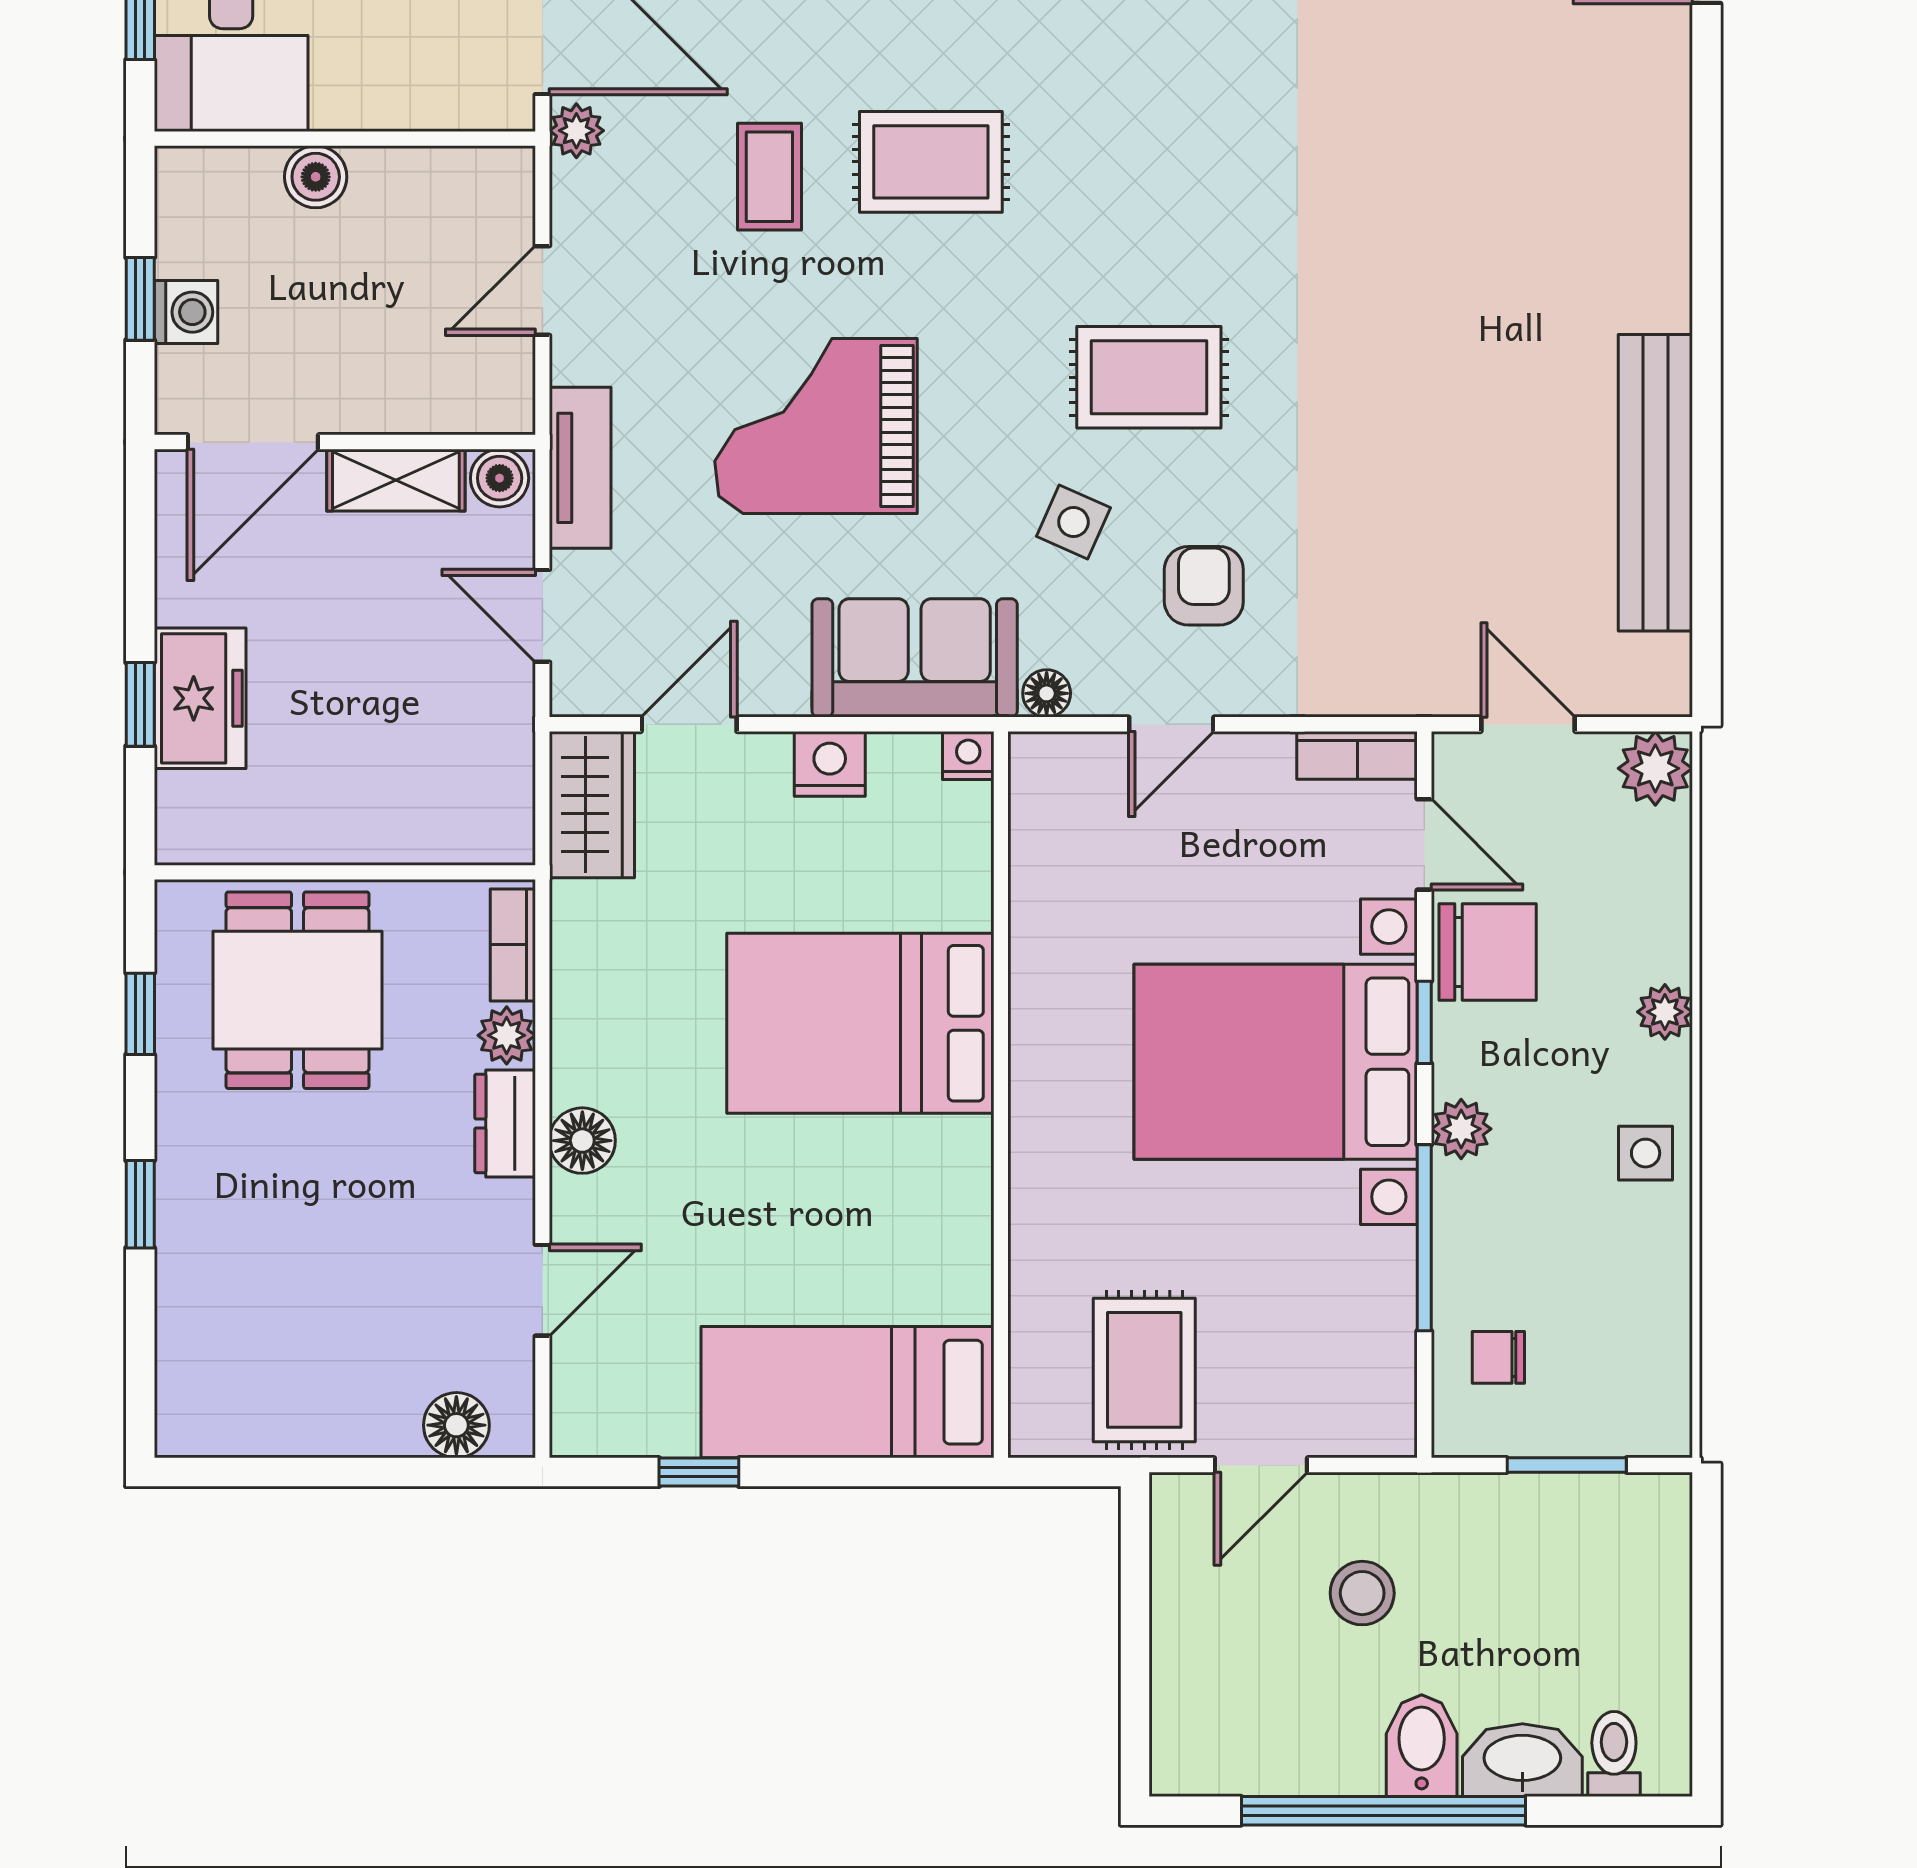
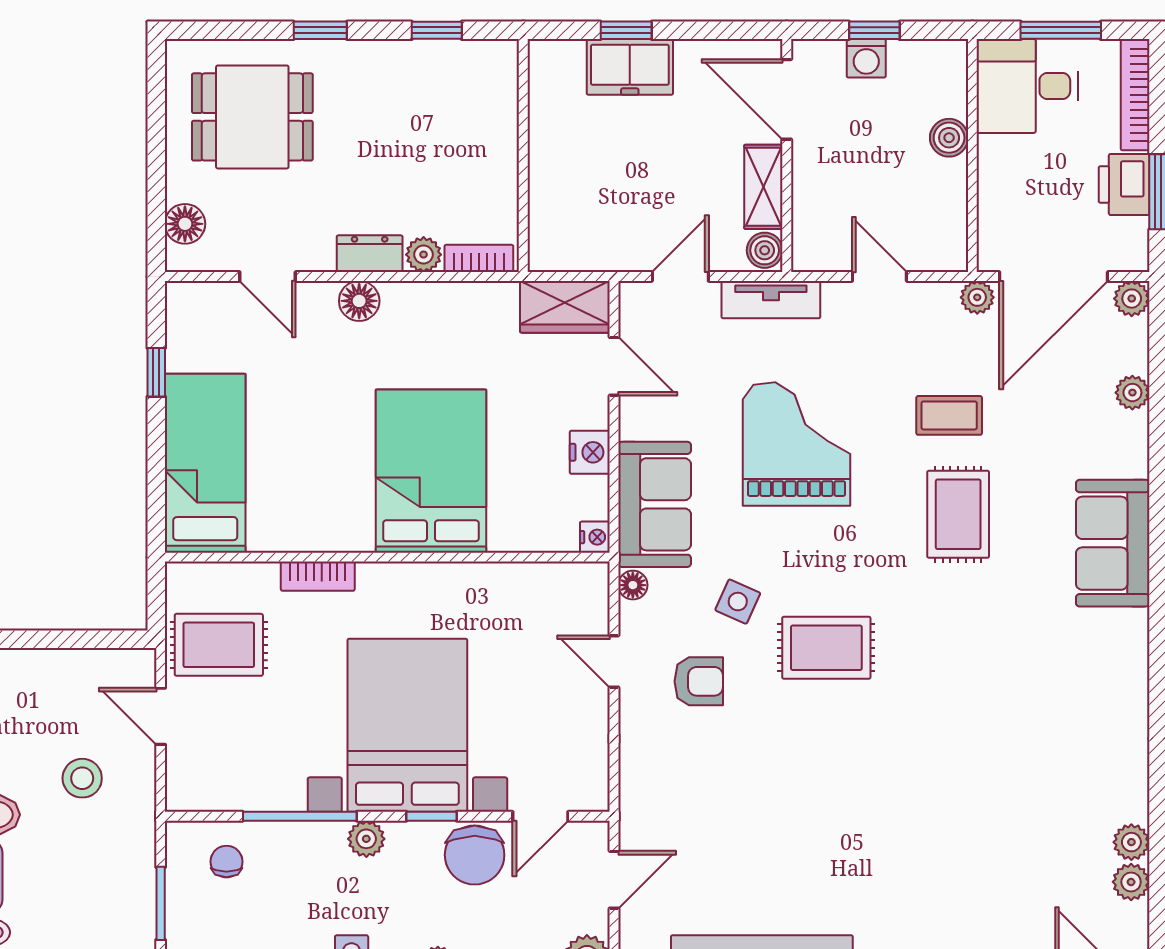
rug: (1149, 377) -> (826, 648), turned 90
bookcase: (1357, 755) -> (318, 576), moved, turned -90
dining table: (298, 990) -> (252, 117), moved

